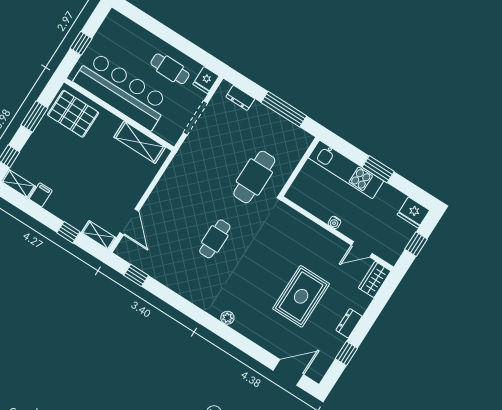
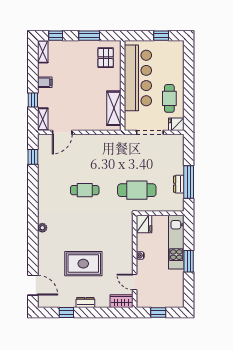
window: (81, 43) -> (161, 36), moved
dresser: (240, 98) -> (179, 184), moved
pallet: (73, 114) -> (106, 58), width x0.67, depth x0.71
filing cabinet: (41, 195) -> (45, 82), moved
fridge: (413, 212) -> (144, 224), moved, turned 180

